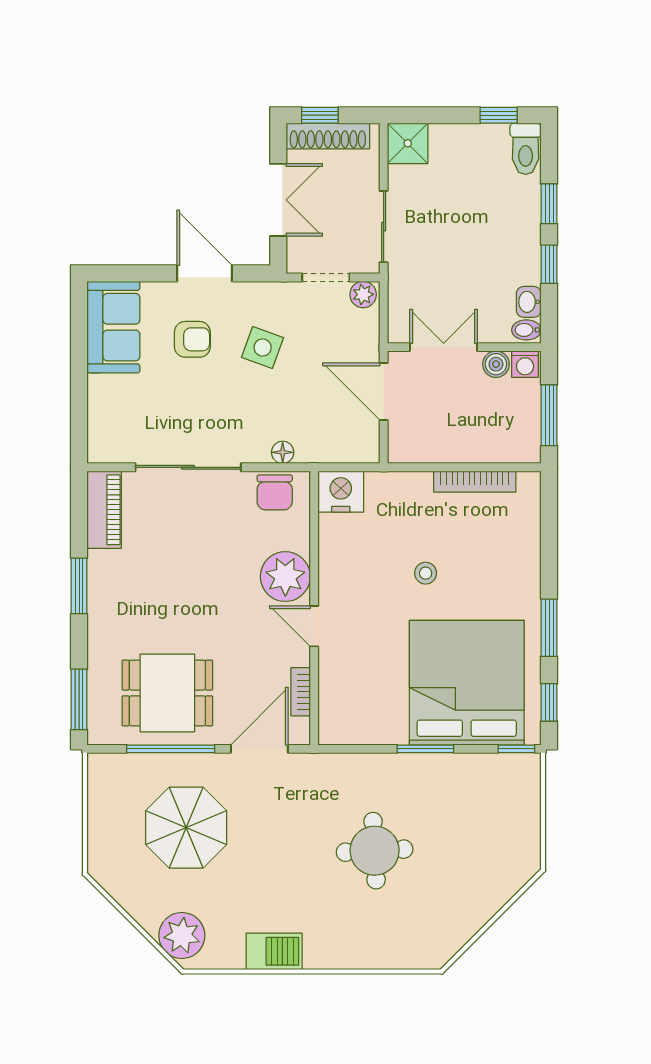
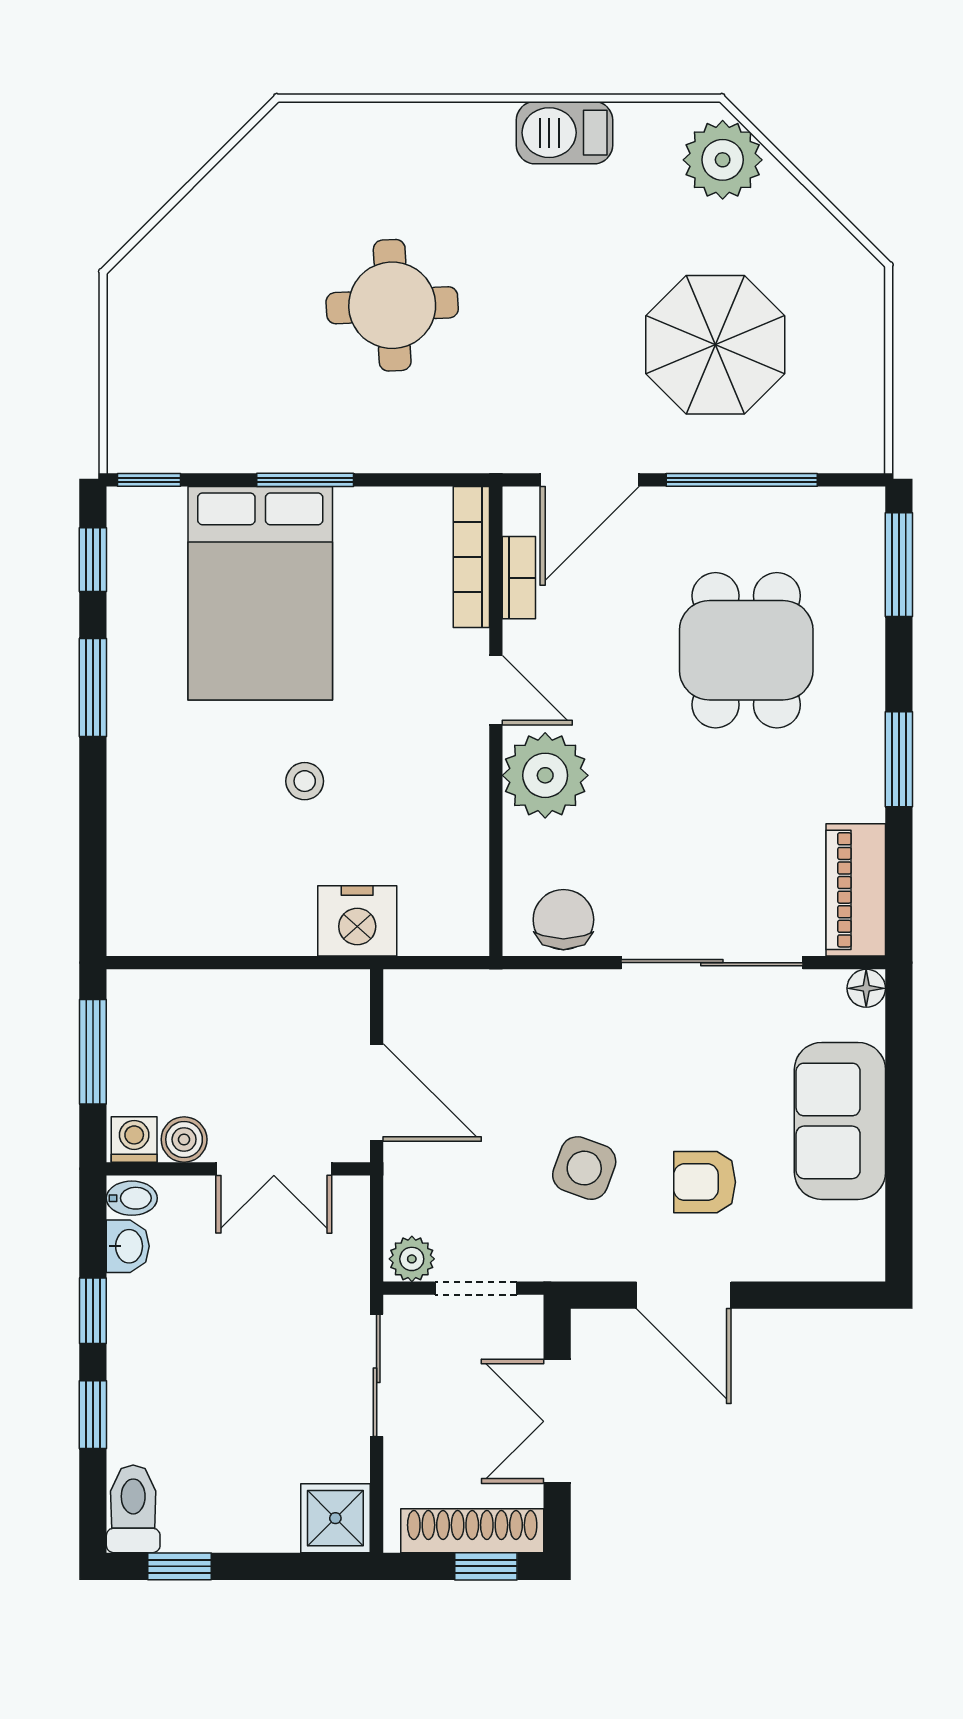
sofa: (113, 327) -> (840, 1121), moved
floor lamp: (283, 452) -> (866, 988), moved
bookcase: (475, 482) -> (471, 557), moved, turned -90
nightstand: (341, 492) -> (357, 921), moved
bed: (467, 683) -> (260, 593), width x0.73
dining table: (167, 693) -> (746, 650), moved, turned 90

